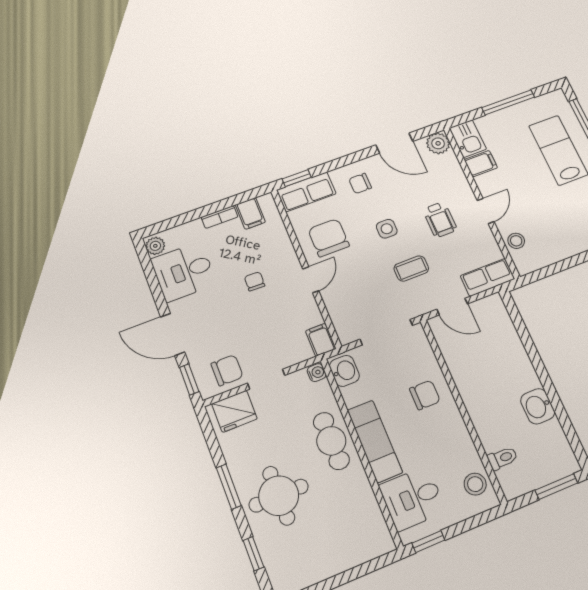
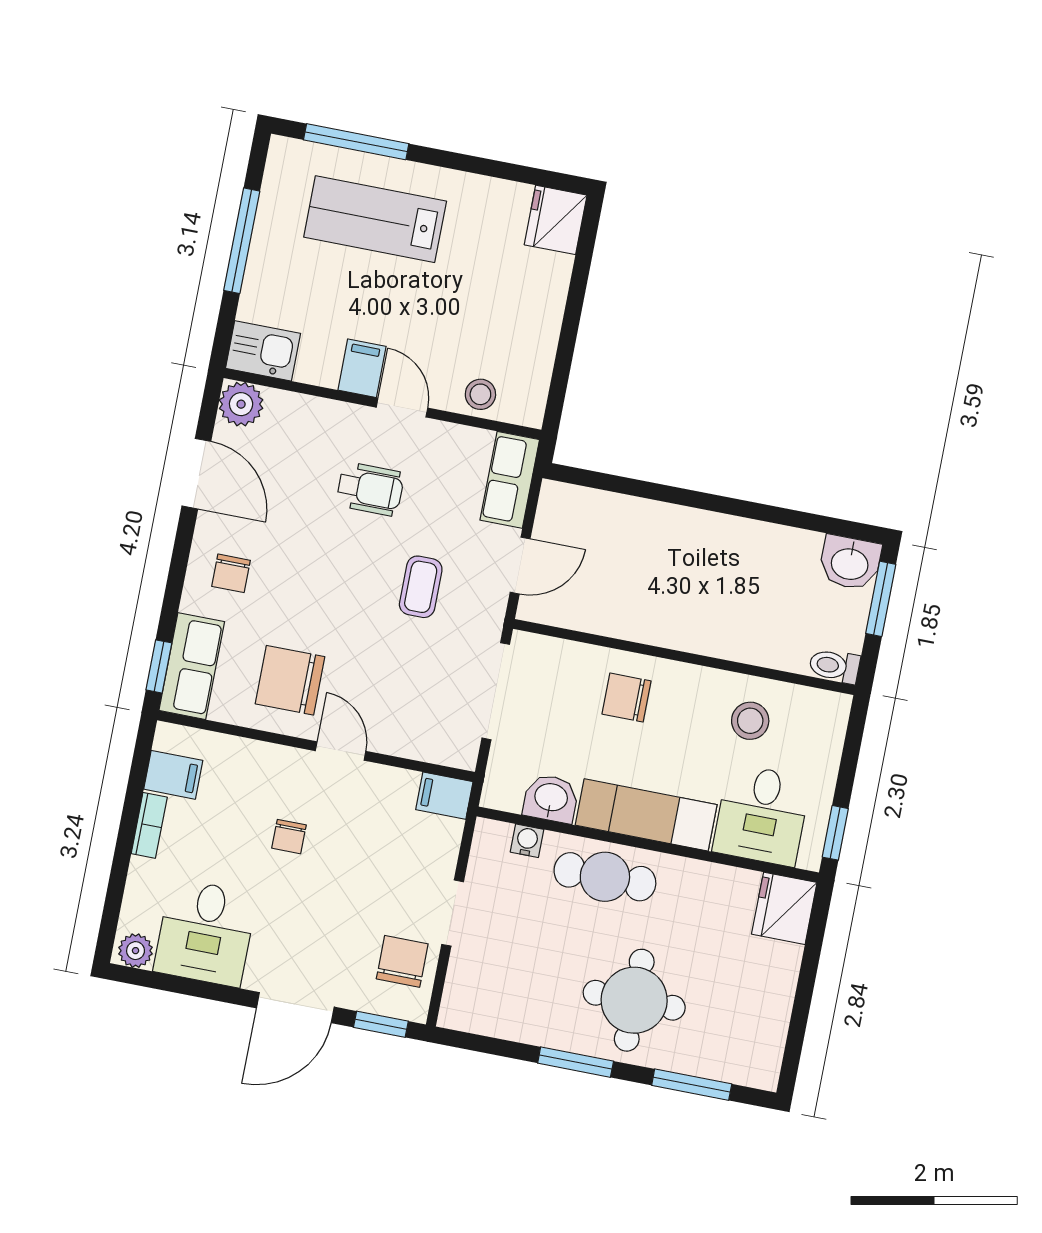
door: (394, 143) -> (196, 474), hinge flipped
filing cabinet: (481, 164) -> (362, 368), moved
side table: (387, 229) -> (333, 582), removed
chair: (255, 281) -> (289, 837), turned -92
washbasin: (344, 371) -> (551, 798), moved
water cooler: (317, 373) -> (527, 841), moved
chair: (425, 395) -> (627, 697), turned -90
washbasin: (538, 406) -> (850, 563), moved
fridge: (234, 411) -> (784, 908), moved, turned 180
toilet: (502, 458) -> (834, 666), moved, turned -90
stool: (475, 484) -> (750, 721), moved
window: (253, 554) -> (692, 1085), width x1.50

